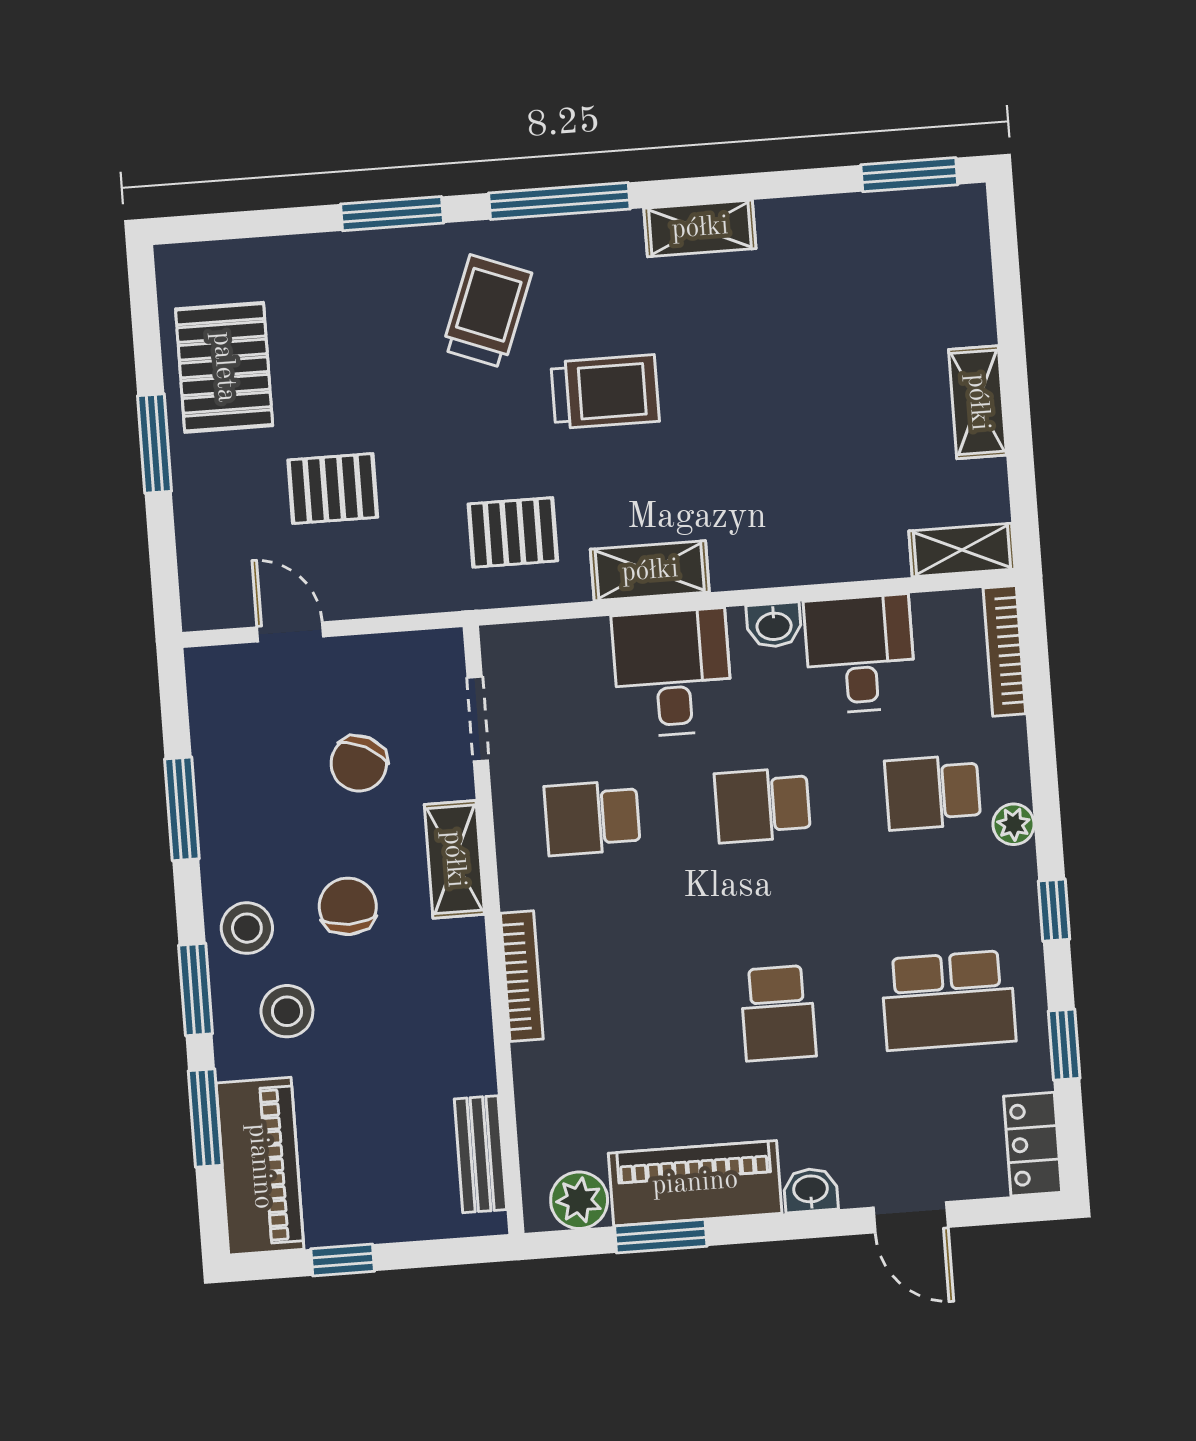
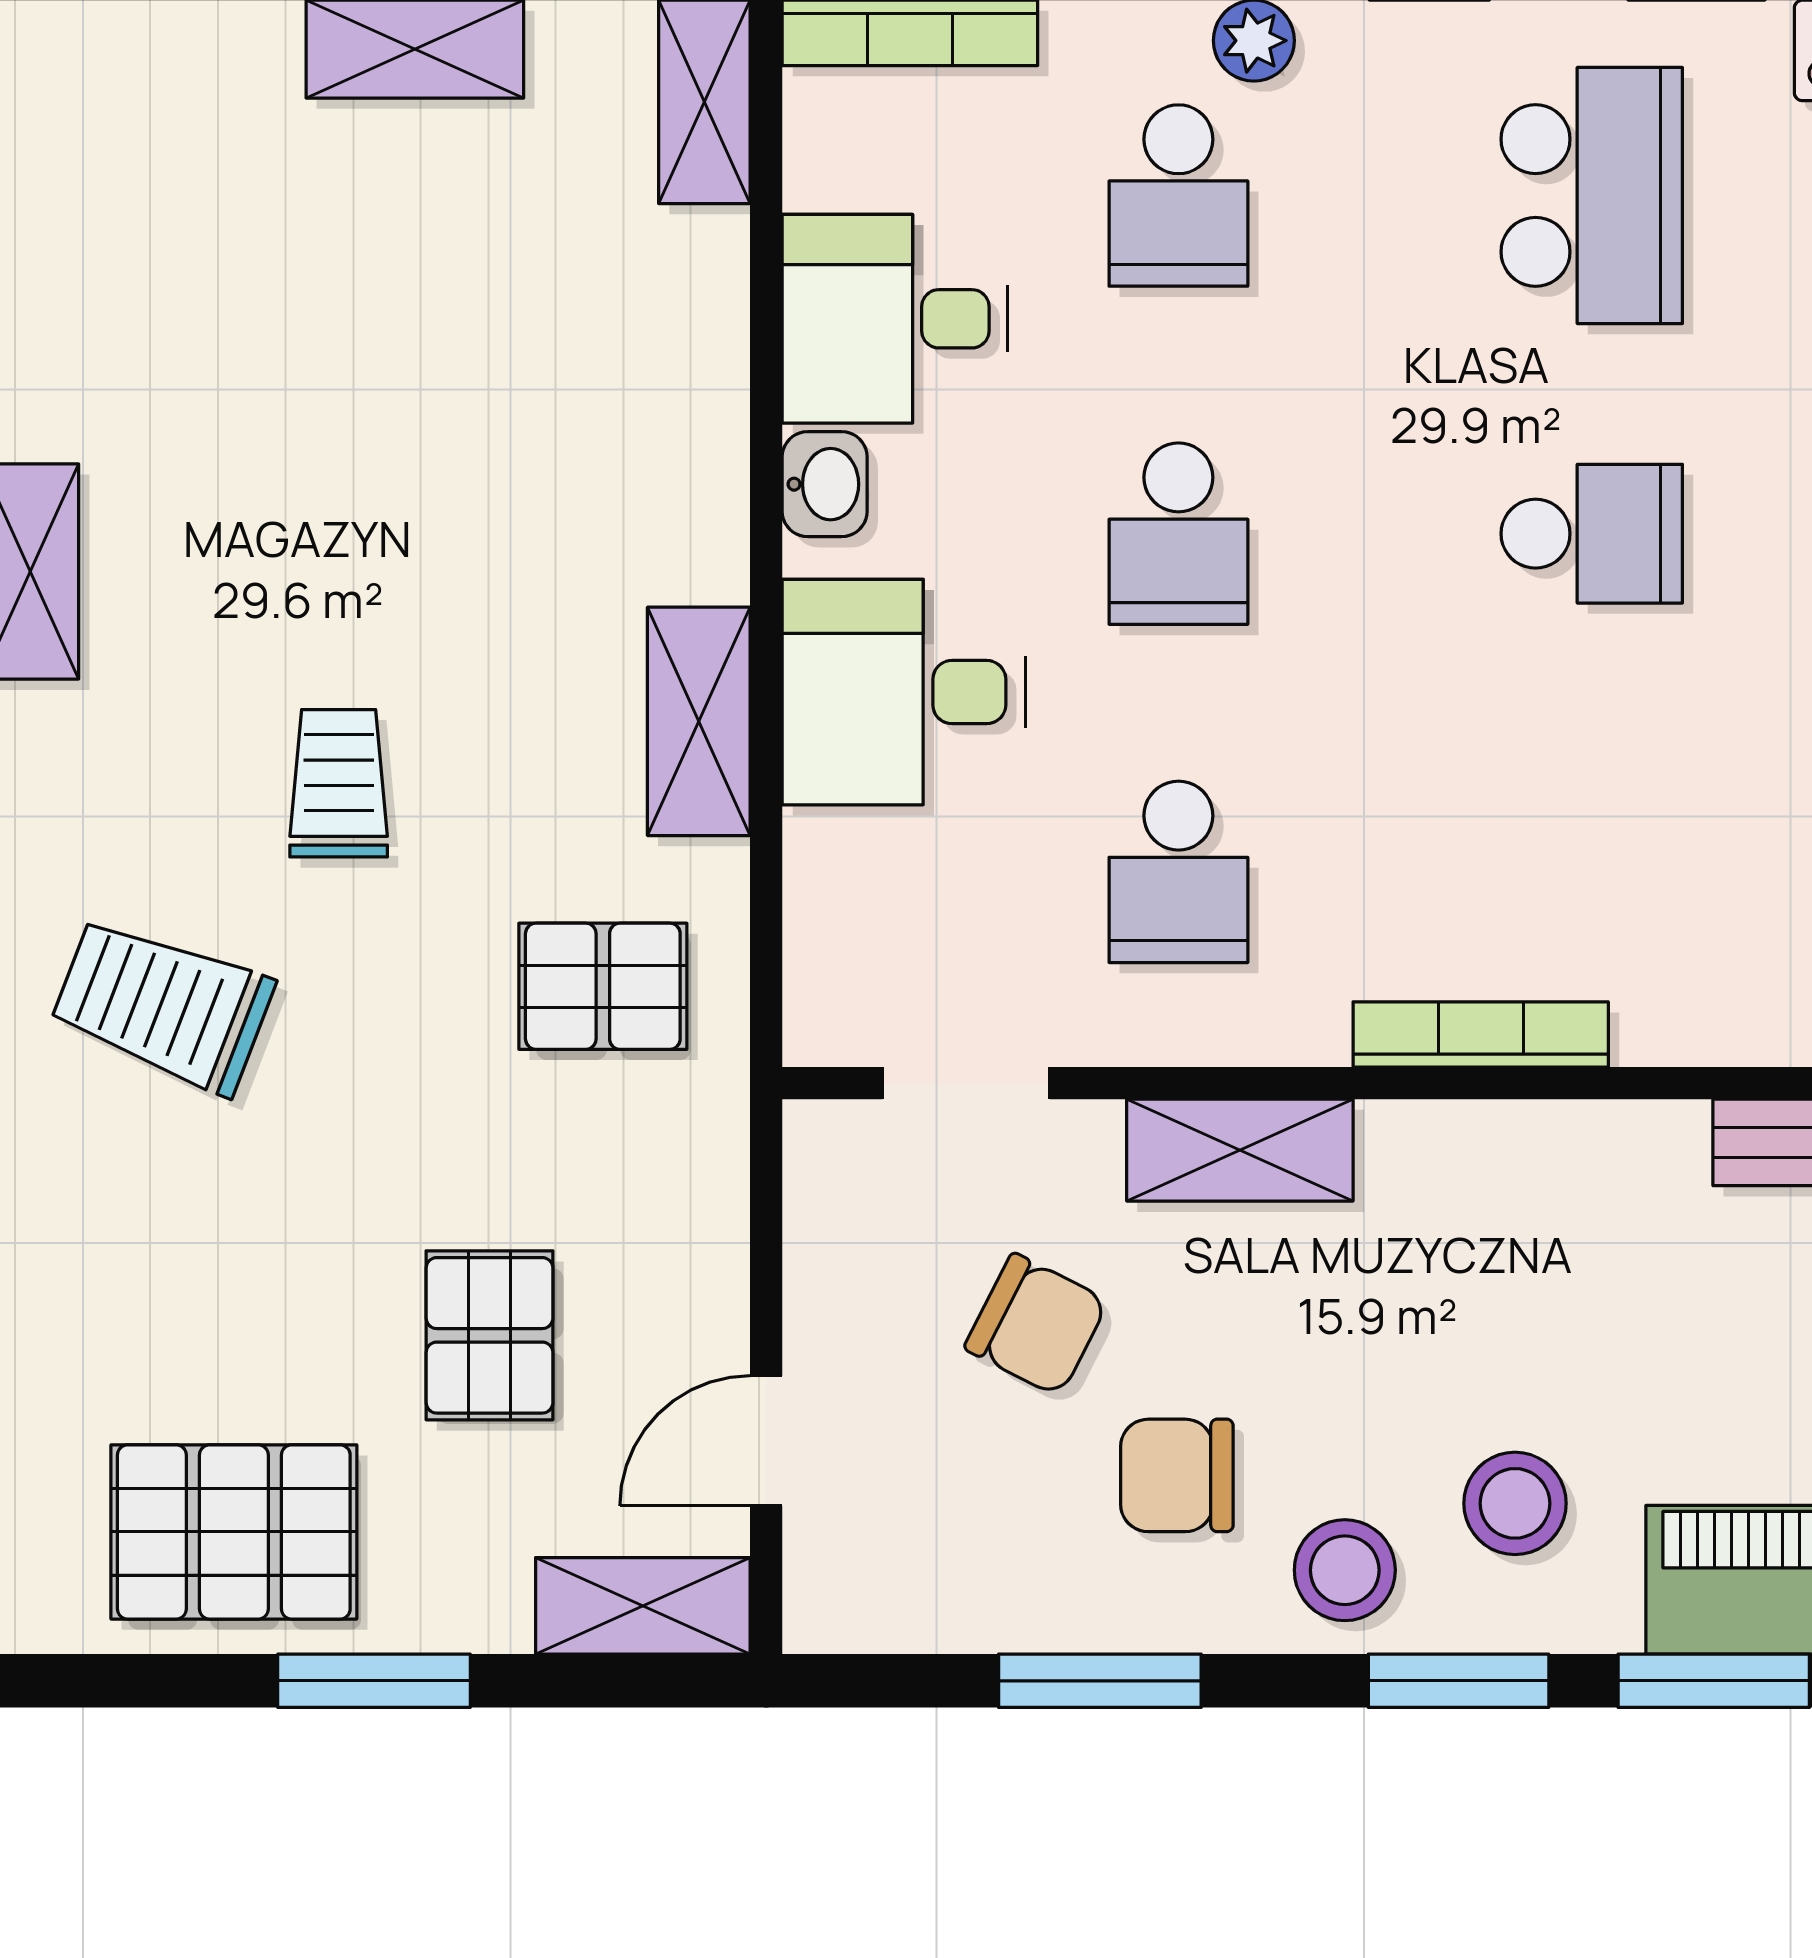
trolley: (605, 392) -> (339, 783), width x0.73, depth x0.72
pallet: (513, 532) -> (603, 986), turned 90
shelving: (202, 576) -> (643, 1606), added
chair: (348, 906) -> (1177, 1475), moved

